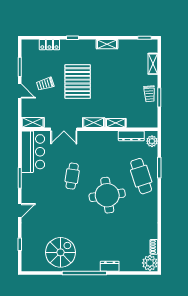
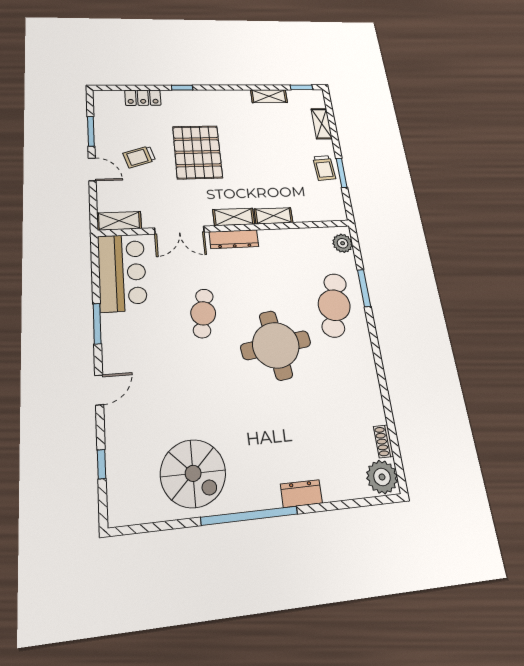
shelving: (107, 44) -> (269, 96), moved
dresser: (131, 136) -> (234, 239), moved
cafe table: (141, 176) -> (334, 305), turned 30
spiral stairs: (61, 252) -> (193, 473), turned 90

